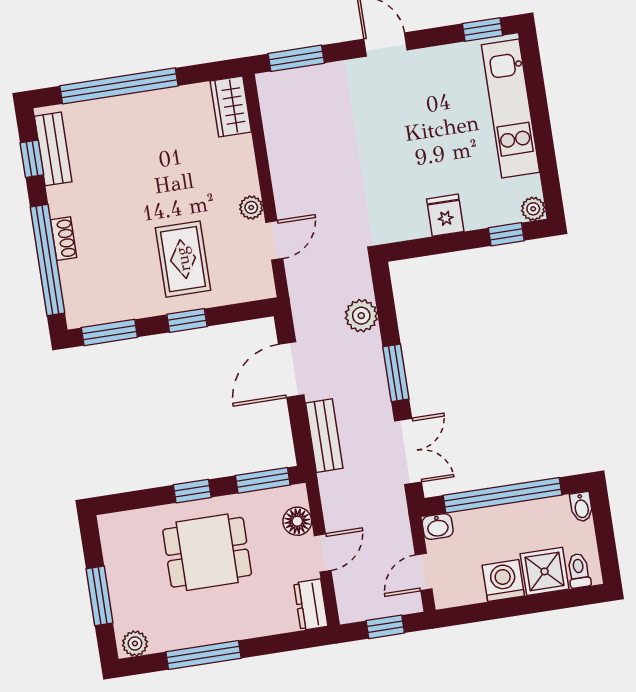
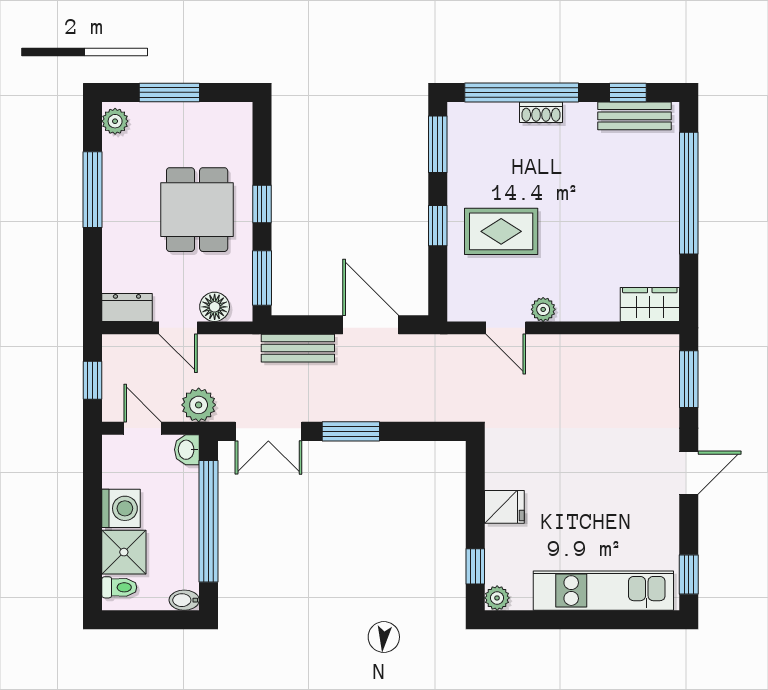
plant: (361, 316) -> (199, 405), moved

